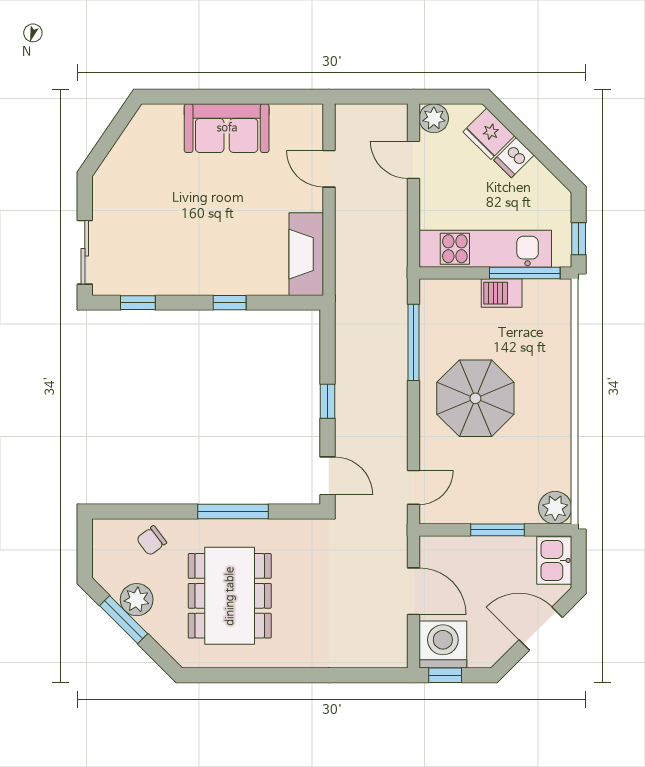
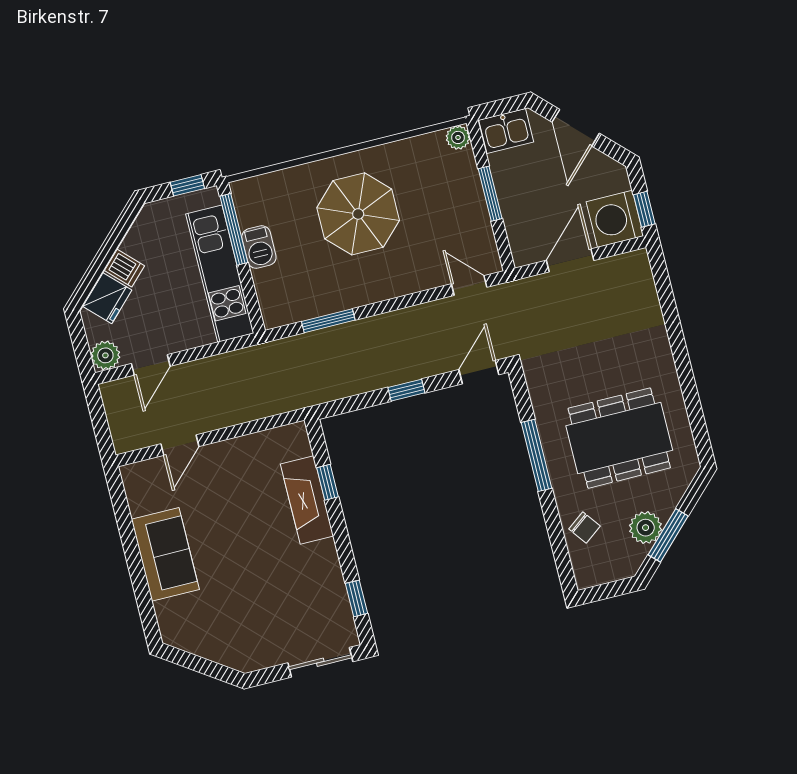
fireplace: (306, 254) -> (307, 500), moved, turned 90
window: (230, 303) -> (328, 482), moved
window: (414, 342) -> (328, 321), width x0.69
parasol: (475, 398) -> (358, 214), moved
plant: (555, 508) -> (458, 137), width x0.73, depth x0.73

